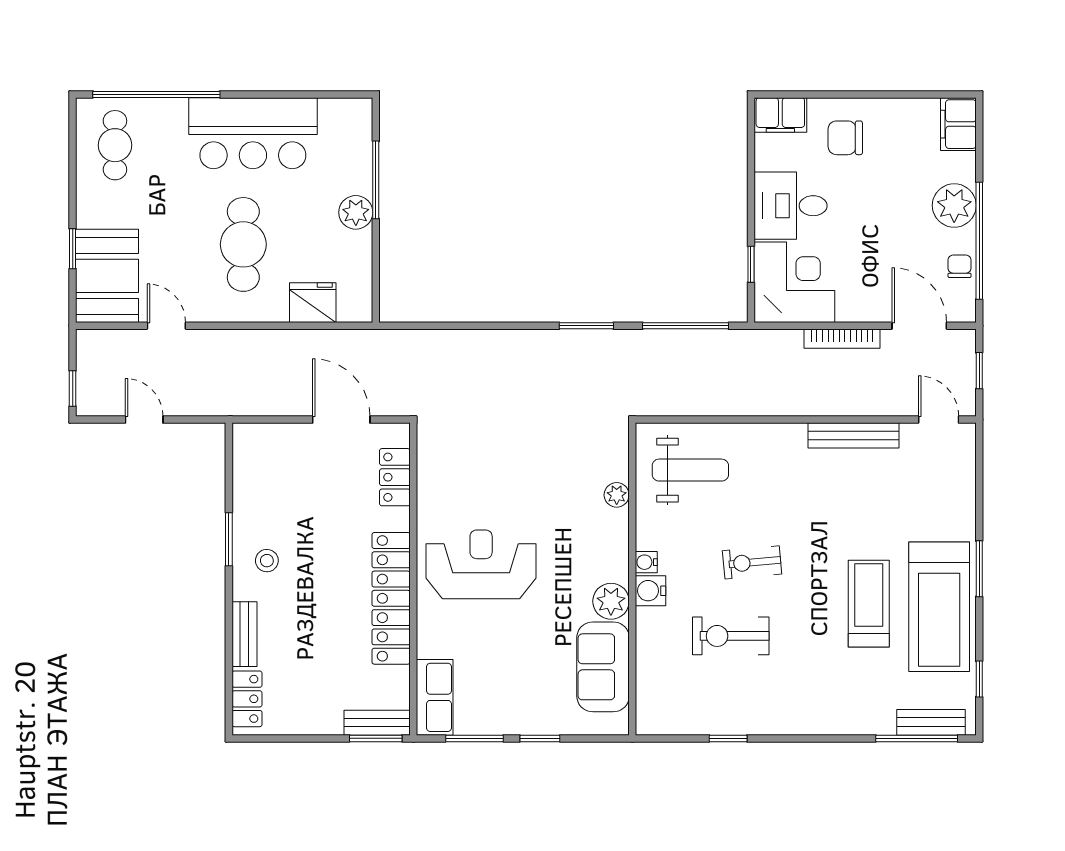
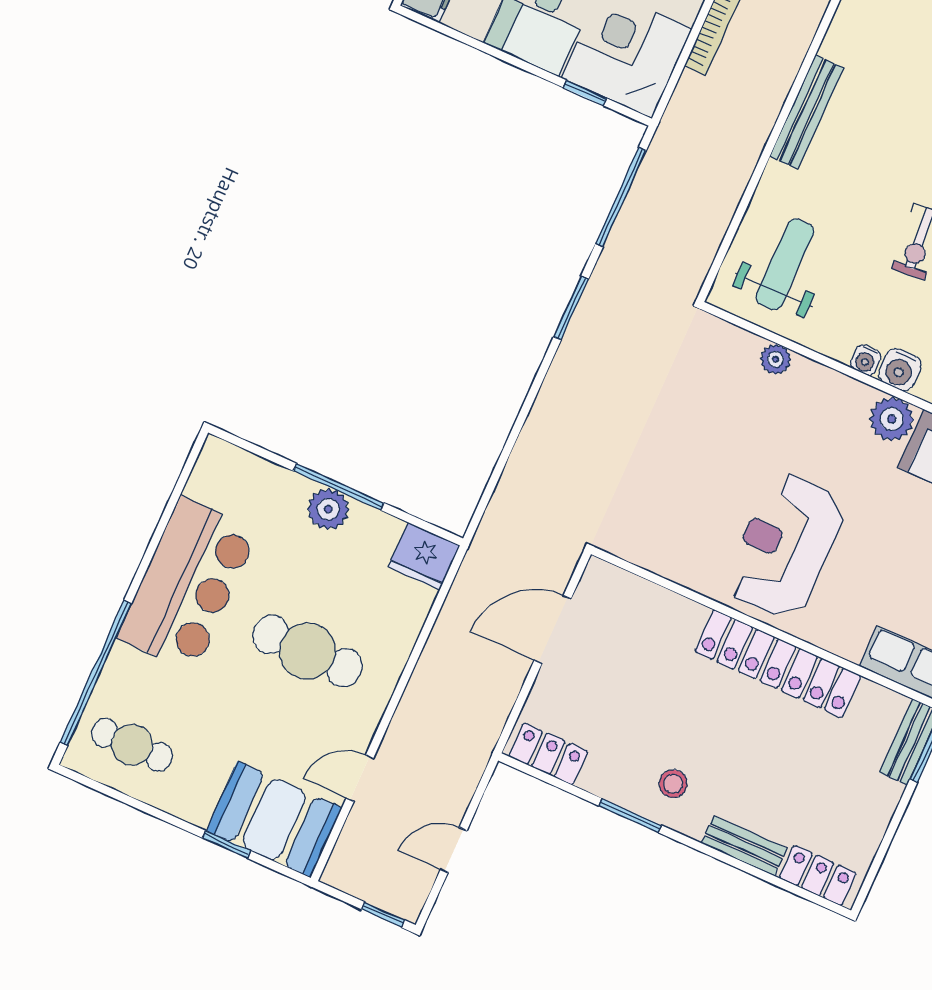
window: (376, 180) -> (339, 487), moved
fridge: (313, 303) -> (424, 556), moved, turned -90
bench: (853, 435) -> (807, 112), moved
locker: (395, 477) -> (548, 754), moved, turned 180

